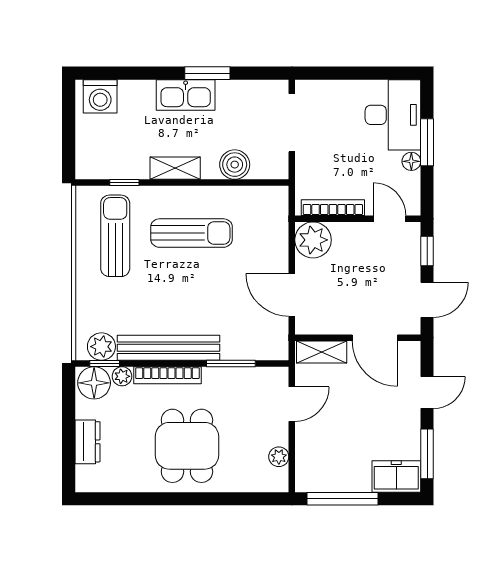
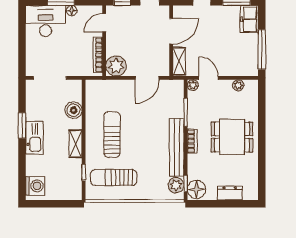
bookcase: (167, 375) -> (192, 141), width x0.64
plant: (122, 376) -> (193, 85), moved

